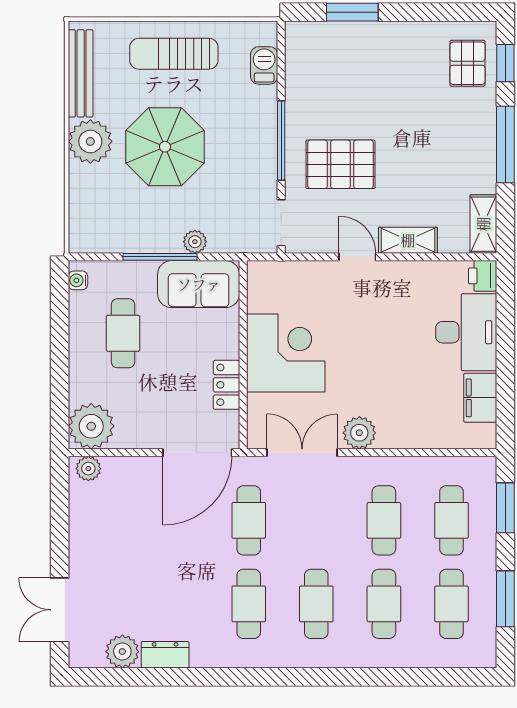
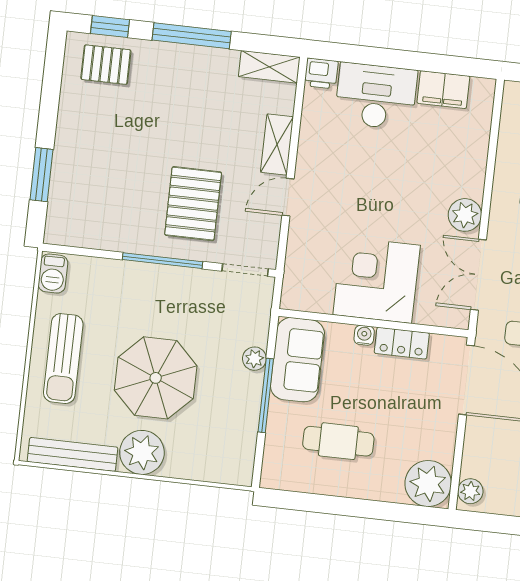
barbecue: (264, 65) -> (53, 274), moved, turned -90
water cooler: (78, 280) -> (364, 335), moved, turned 180

